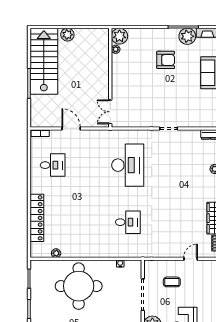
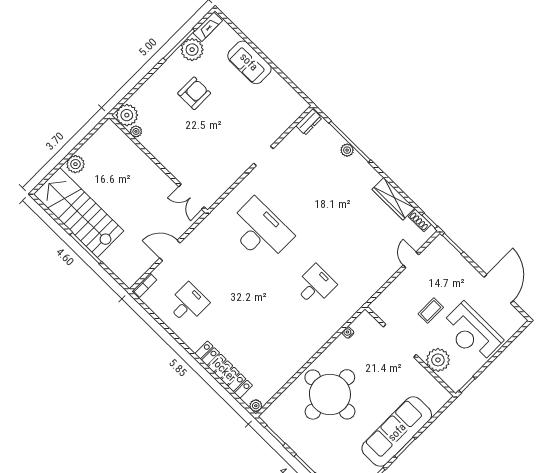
plant: (56, 253) -> (256, 406), moved
coffee table: (172, 282) -> (431, 311), moved

